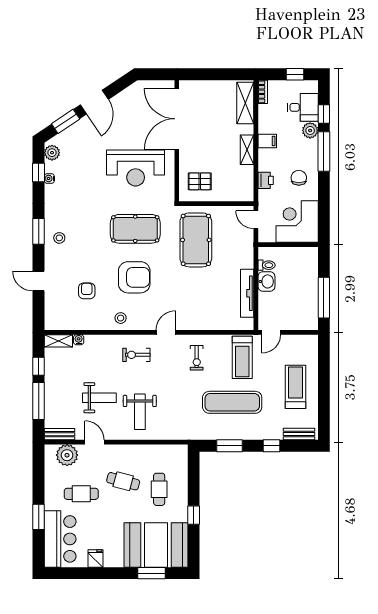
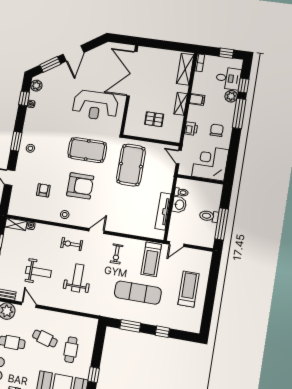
pallet: (200, 181) -> (154, 119), moved
toilet: (306, 290) -> (209, 216), added
weight bench: (140, 412) -> (78, 278), moved, turned 180
bench: (299, 434) -> (185, 326), removed

